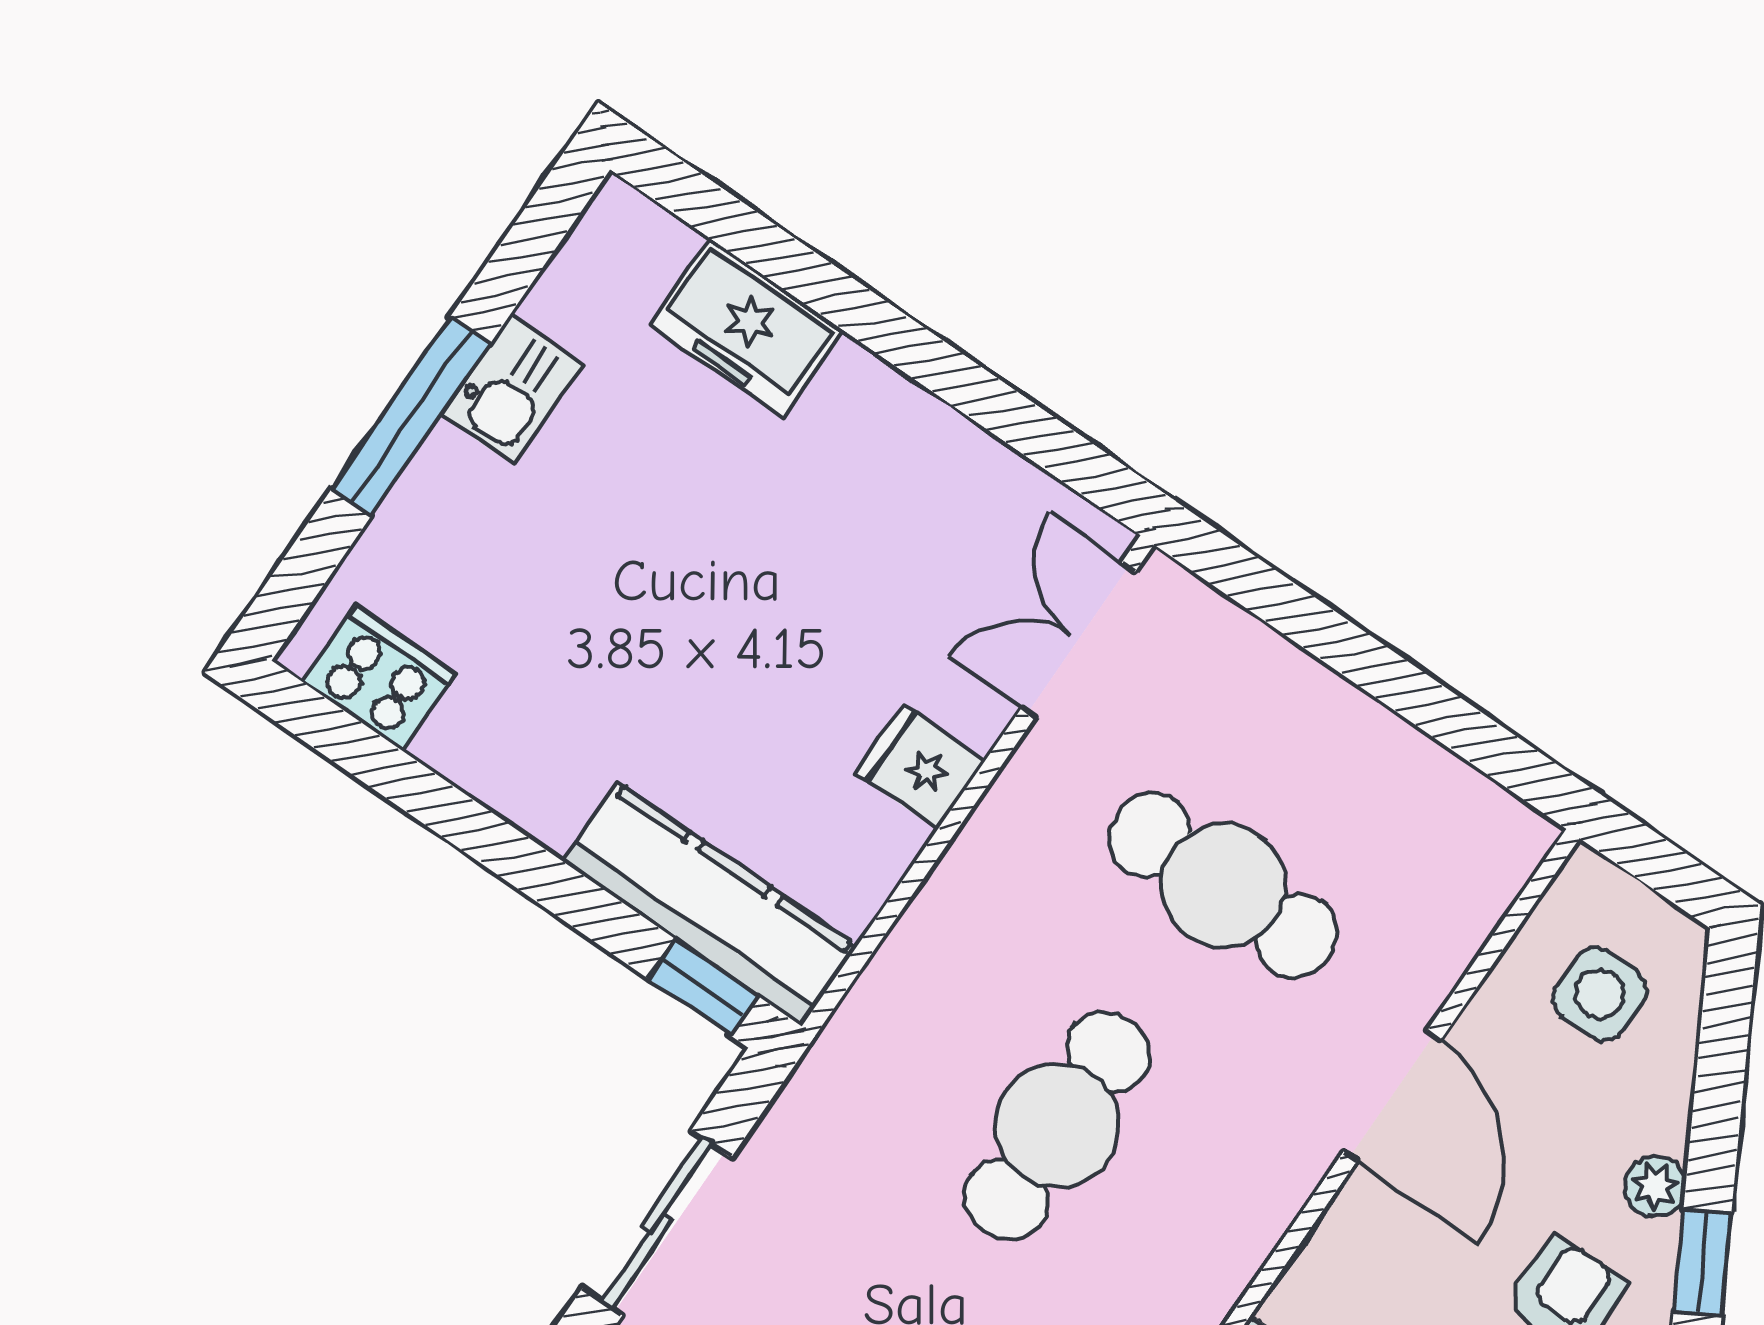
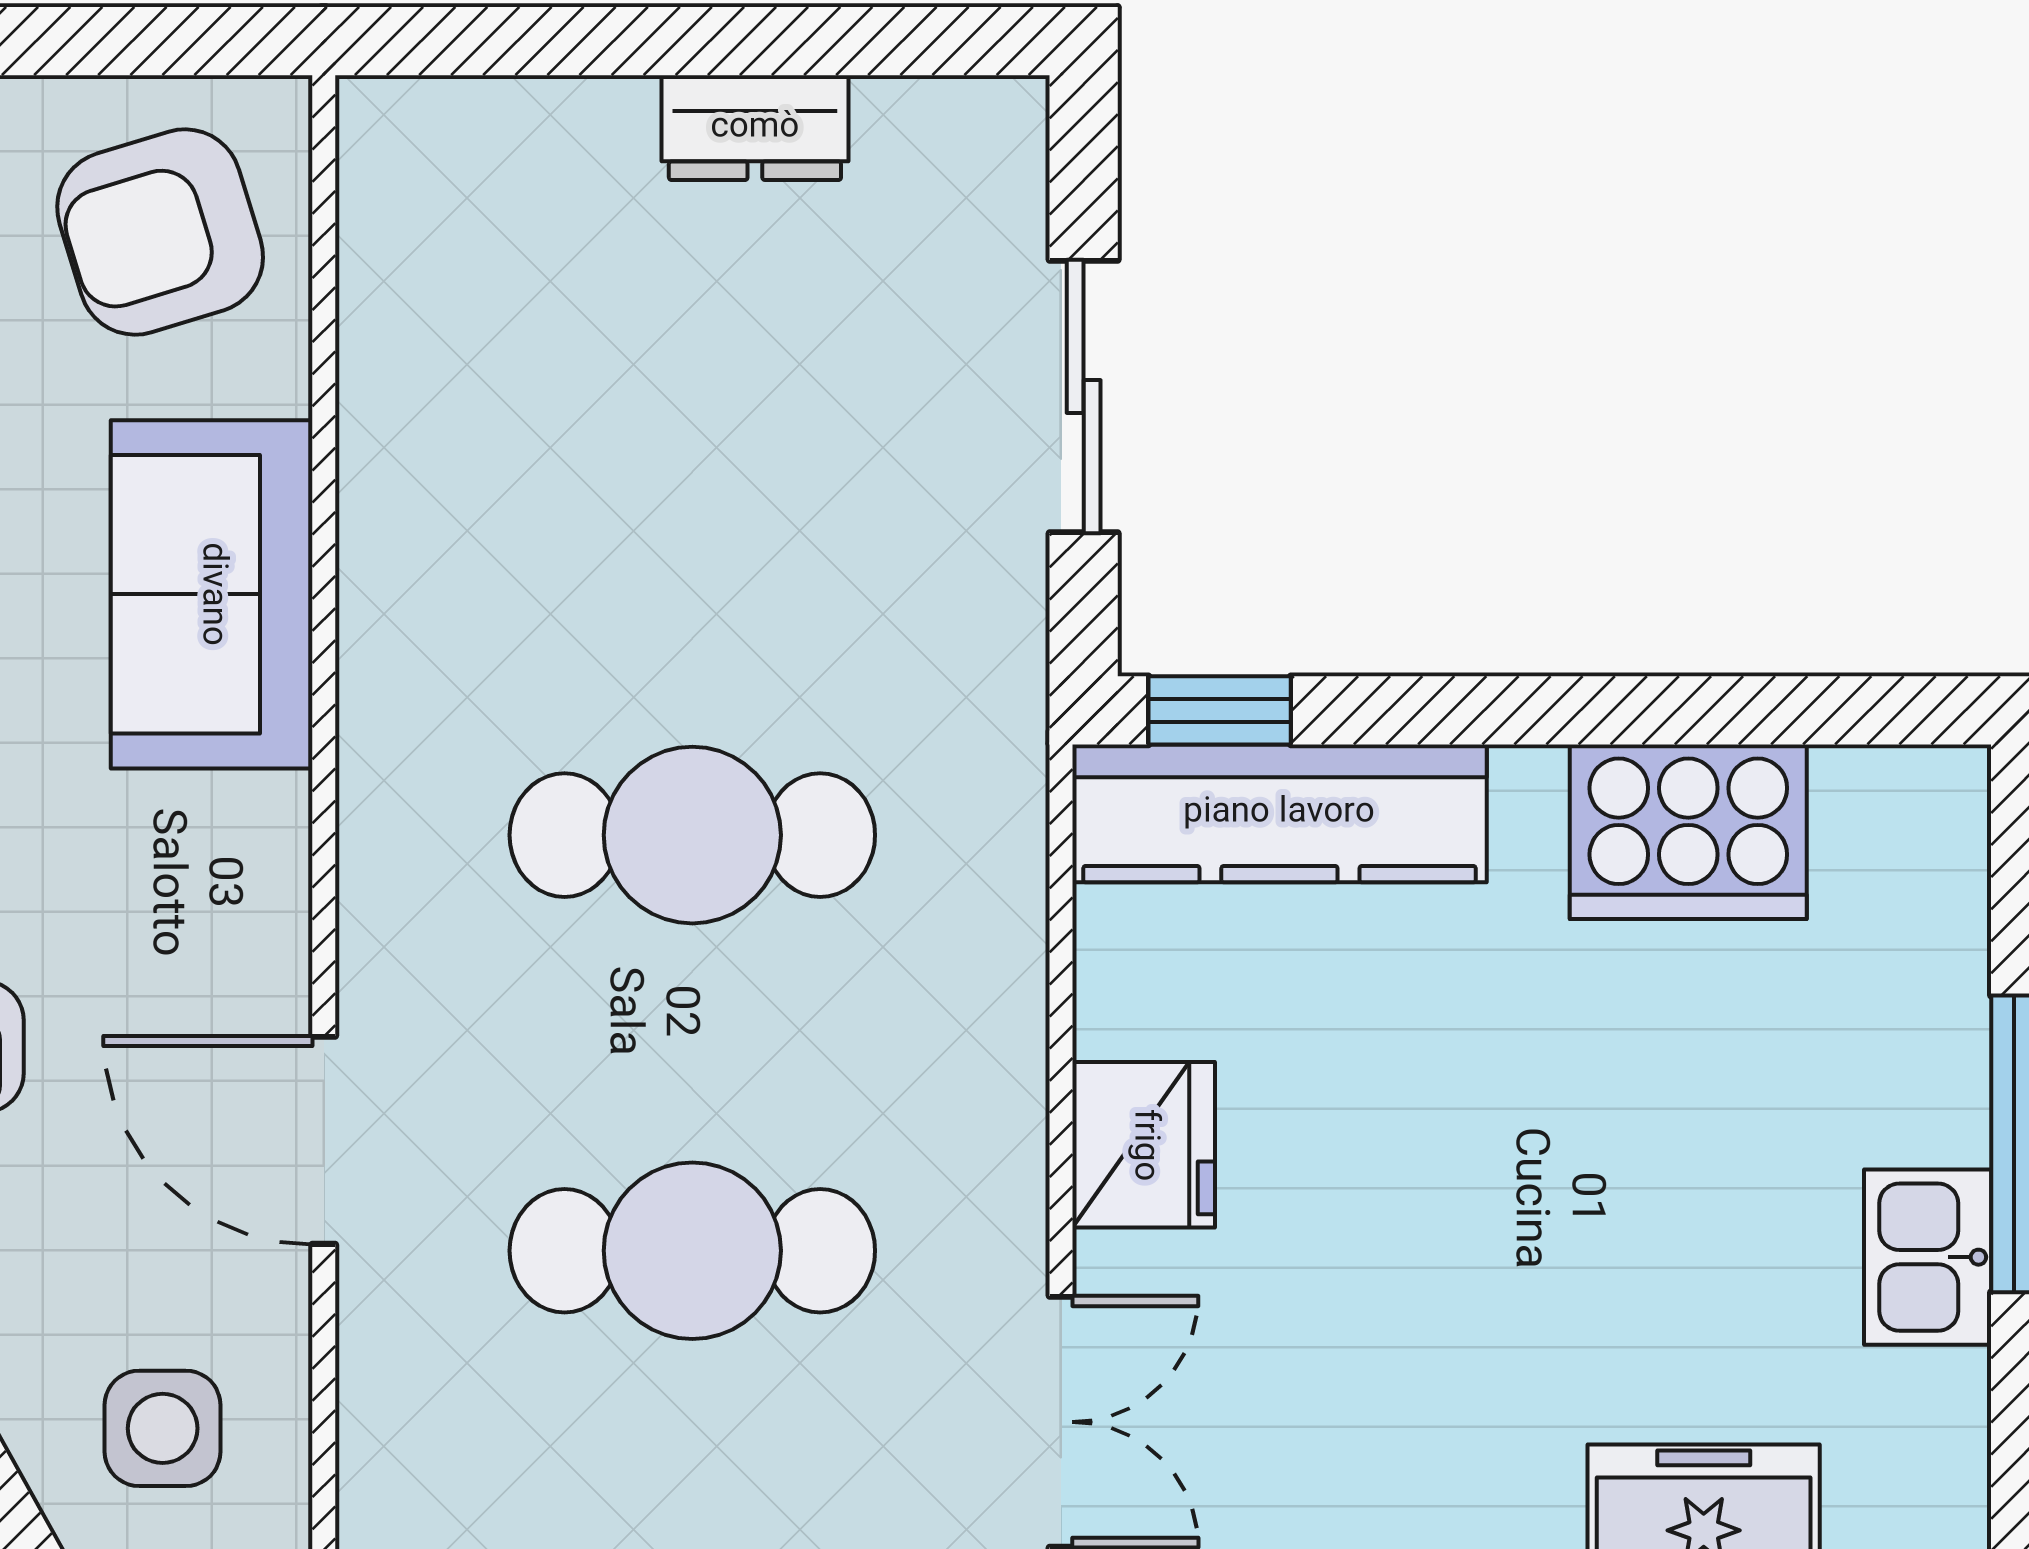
cooker: (379, 678) -> (1688, 832), moved, width x1.37, depth x1.31
fridge: (920, 767) -> (1144, 1145), width x1.38
cafe table: (1057, 1125) -> (692, 835), turned 90

